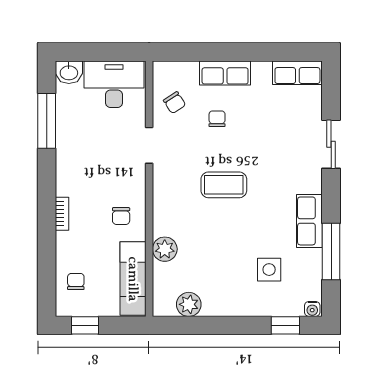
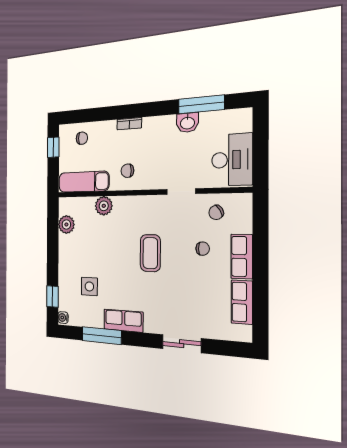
washbasin: (69, 72) -> (187, 123), moved, turned -90
row of seats: (297, 73) -> (242, 302), moved

